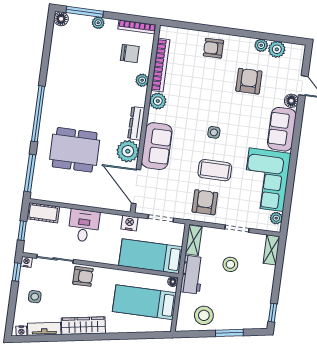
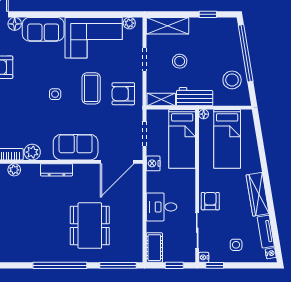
plant: (128, 151) -> (84, 174), removed
shelving: (271, 250) -> (167, 26), width x1.50, depth x1.33
window: (273, 313) -> (208, 14), moved
window: (229, 333) -> (246, 53), width x2.11

